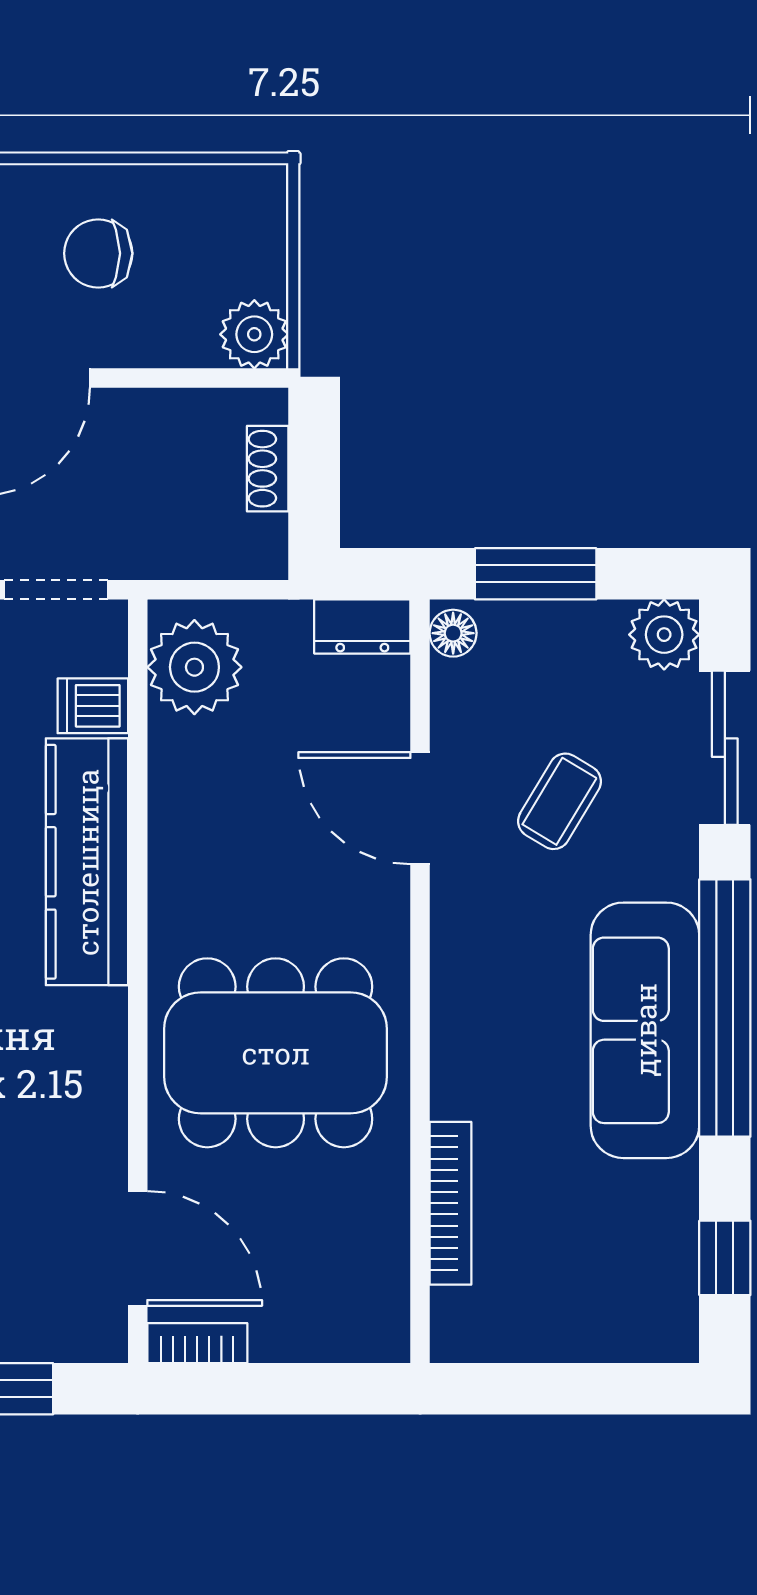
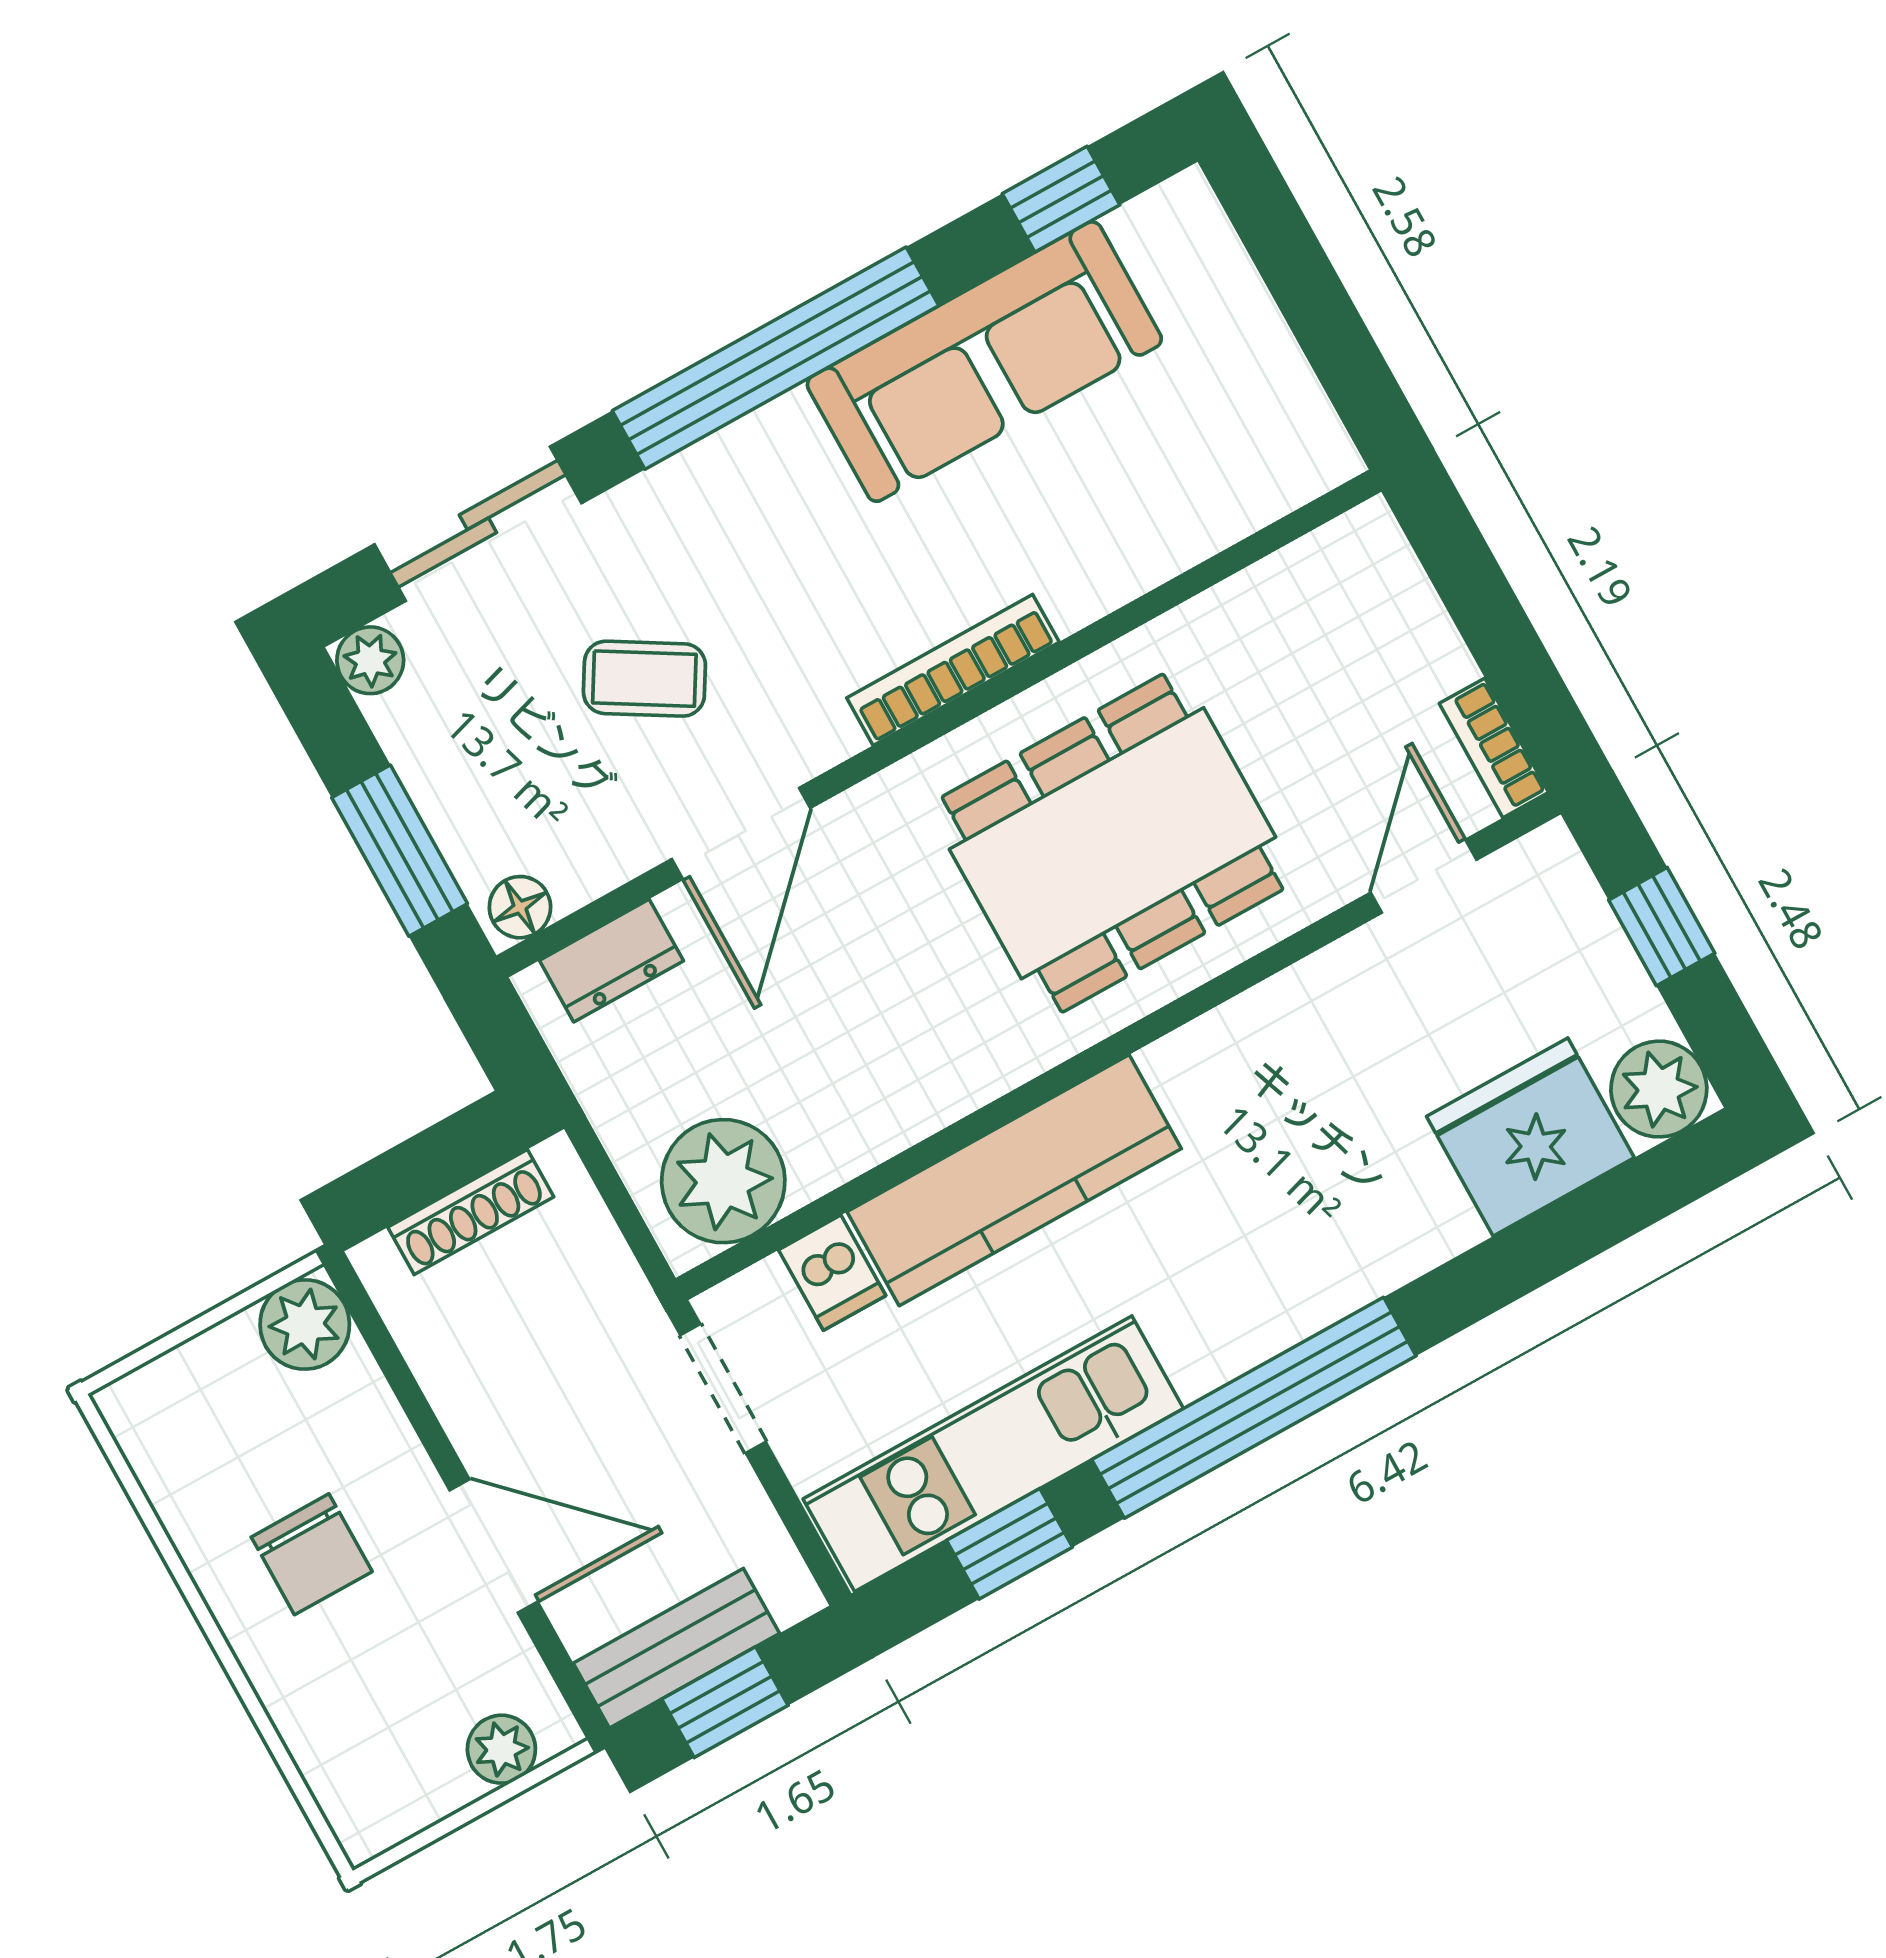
shoe rack: (268, 469) -> (471, 1212), width x1.43
dresser: (362, 627) -> (611, 961), moved, turned 90
plant: (664, 635) -> (370, 660), width x0.73, depth x0.73
sofa: (645, 1030) -> (984, 362), moved
dining table: (276, 1053) -> (1112, 843), turned 90
bookcase: (451, 1203) -> (953, 670), moved
door: (138, 1248) -> (1424, 876), width x0.73

